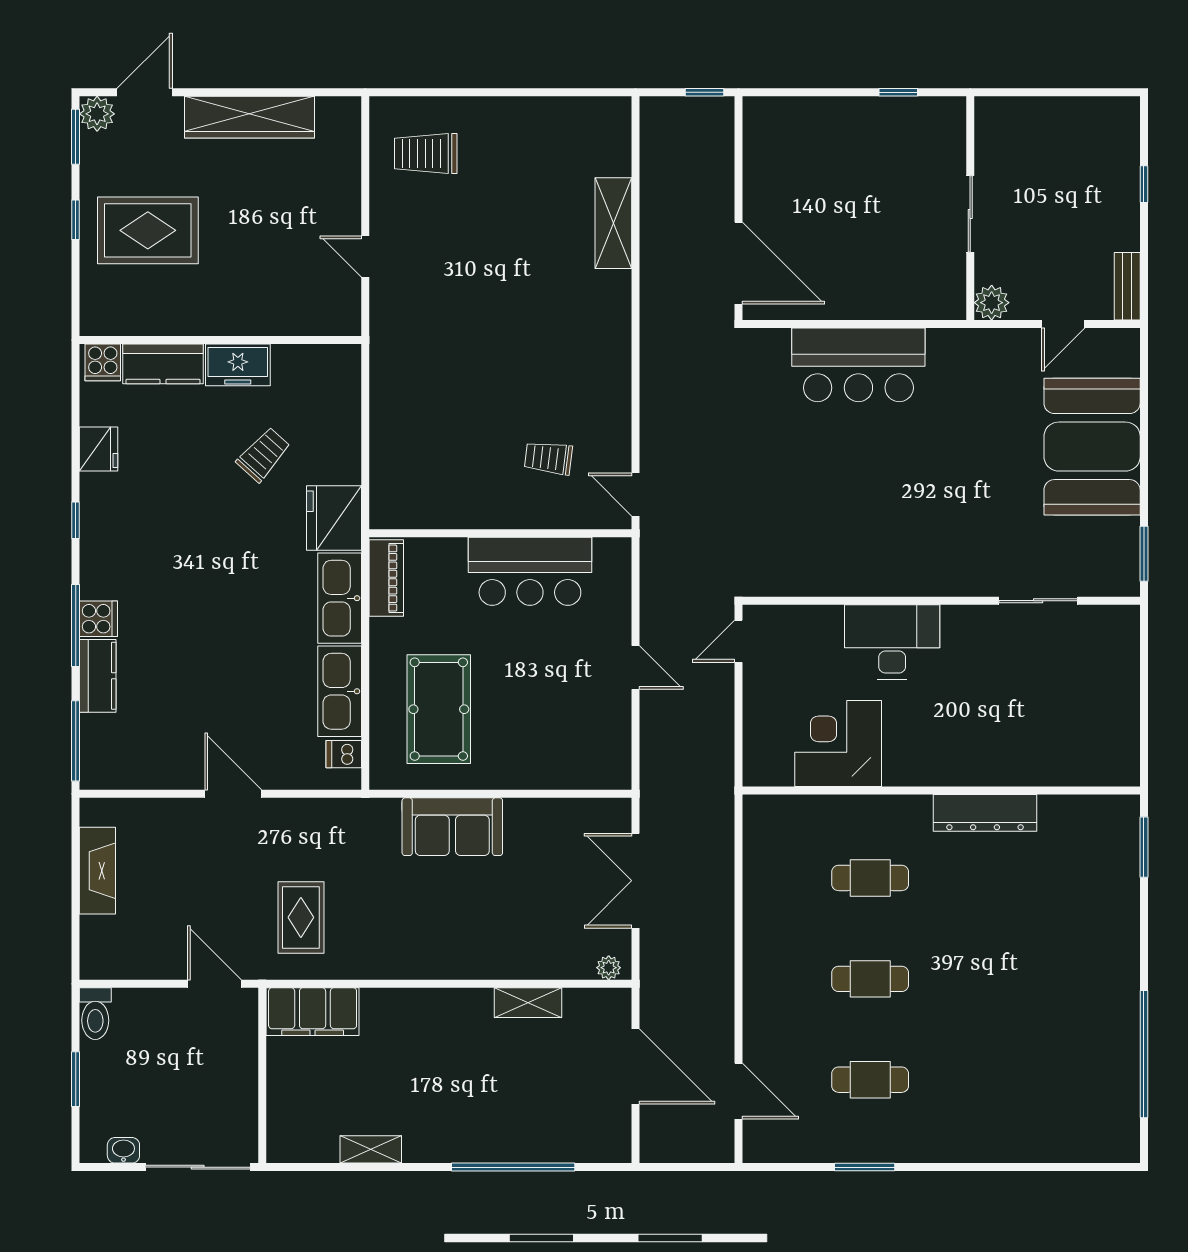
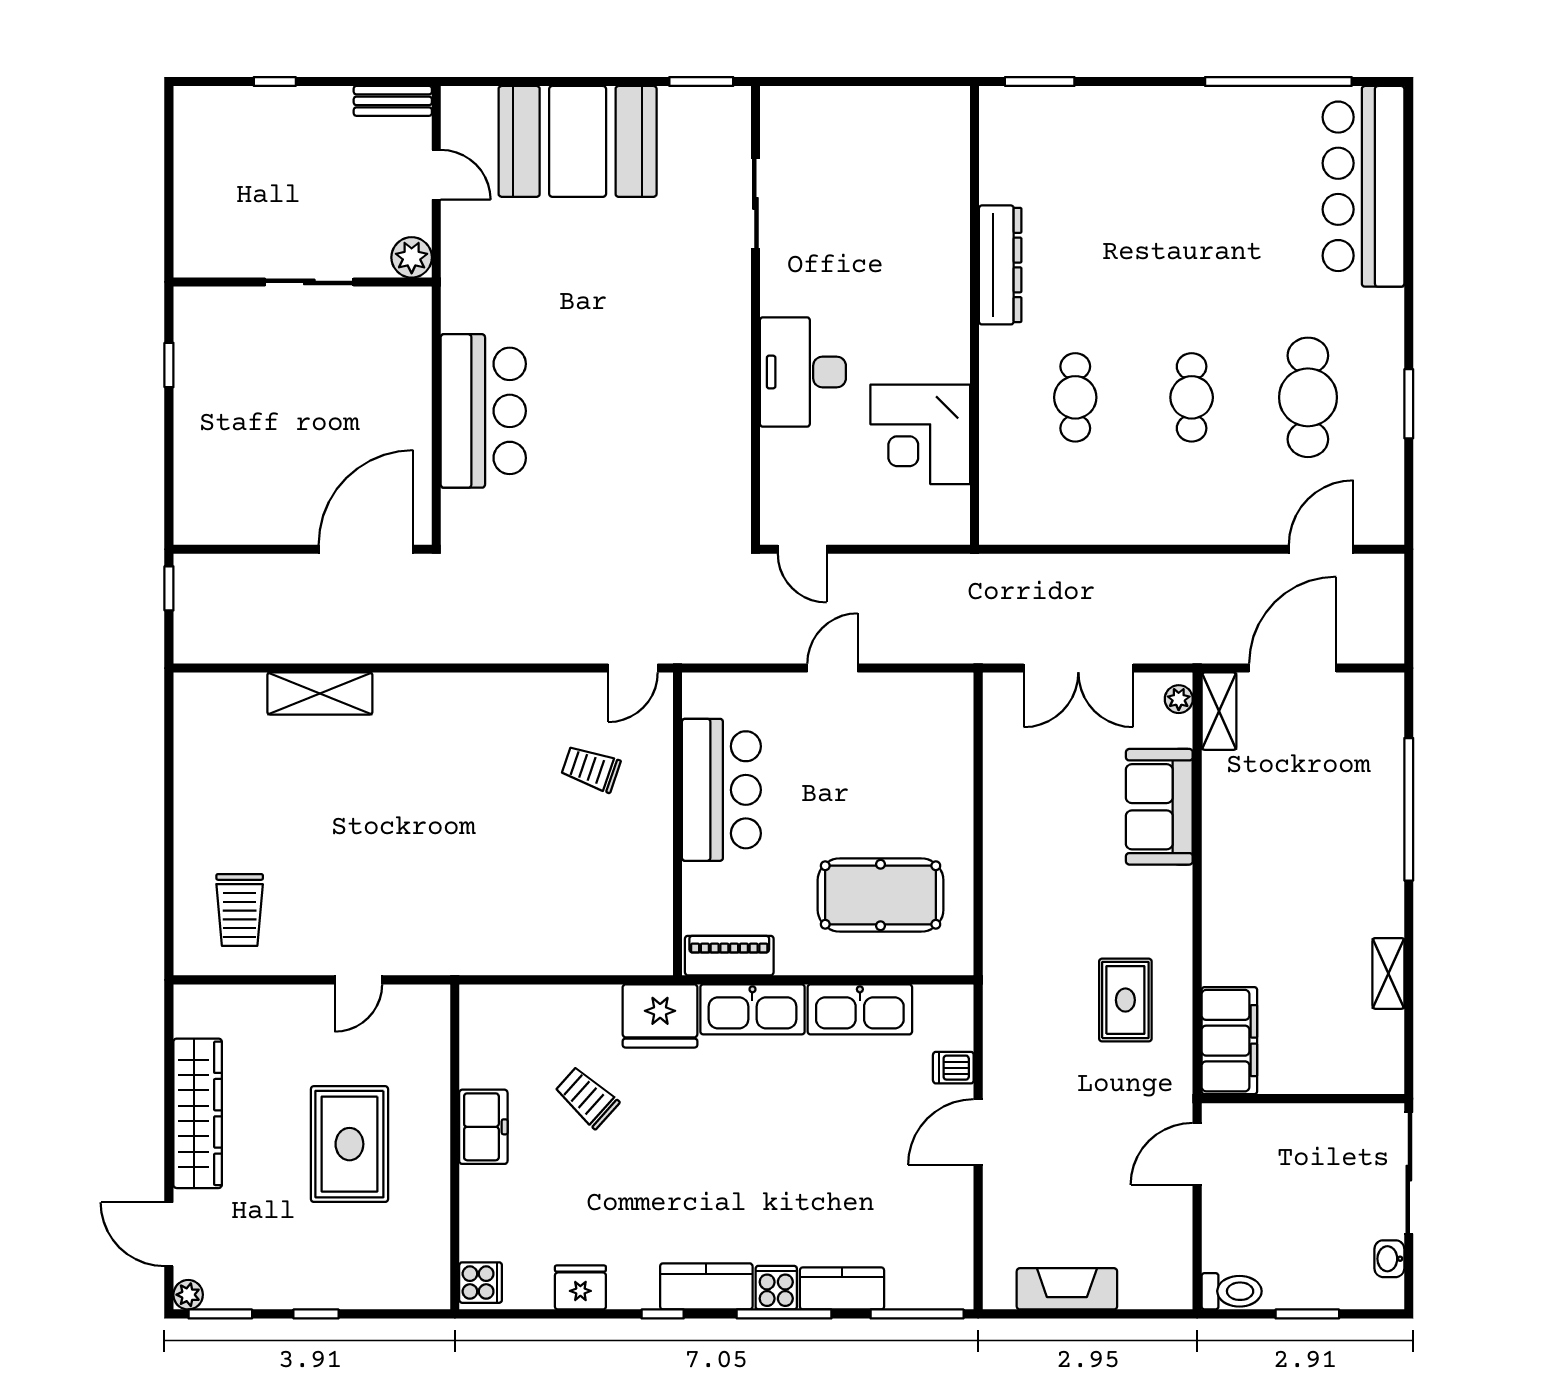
plant: (97, 114) -> (188, 1295), width x0.73, depth x0.73
rug: (148, 230) -> (349, 1144), moved
kitchen counter: (163, 364) -> (706, 1286), moved, turned -90
trolley: (548, 458) -> (591, 769), turned 102
dishwasher: (344, 754) -> (953, 1068), moved, turned 90
sofa: (452, 827) -> (1159, 807), moved, turned 180
rug: (301, 917) -> (1125, 1000), moved, turned 90
shelving: (528, 1003) -> (1219, 711), moved
cafe table: (870, 1080) -> (1308, 397), width x1.37, depth x1.35
bar counter: (1053, 1128) -> (1363, 186), added

